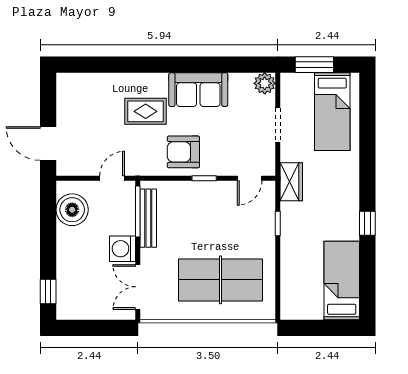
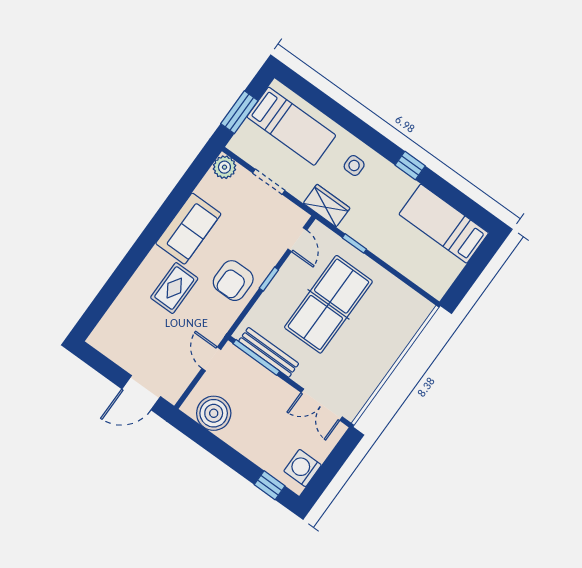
side table: (337, 181) -> (354, 165), added
washing machine: (123, 249) -> (303, 468), moved, turned 90
table tennis table: (220, 280) -> (328, 304), moved

